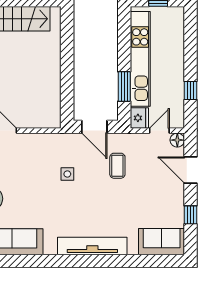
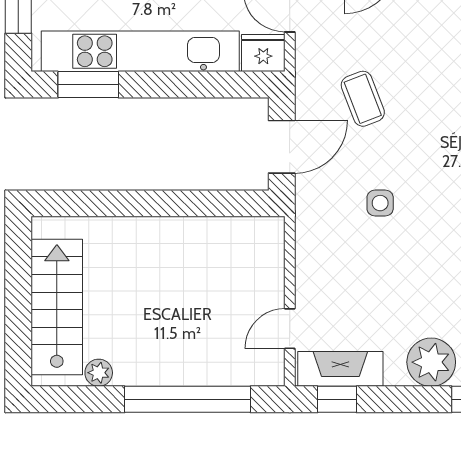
window: (124, 86) -> (88, 85), moved
coffee table: (117, 166) -> (363, 99), turned 69

